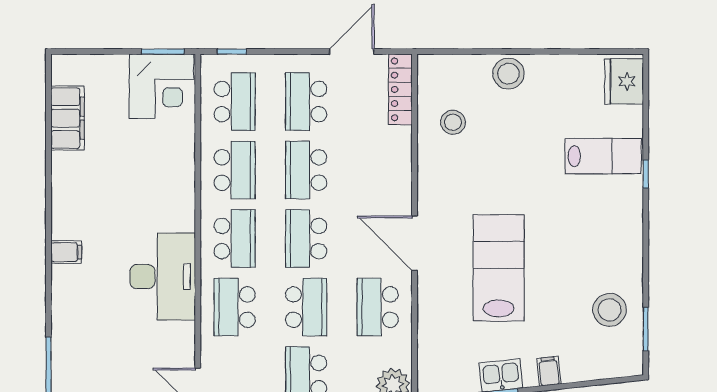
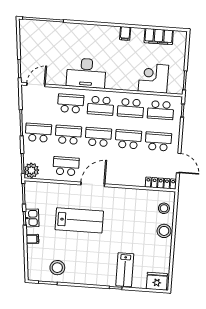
corner desk: (162, 86) -> (153, 78), moved, turned 90
stool: (453, 122) -> (164, 208), moved
filing cabinet: (66, 252) -> (125, 33), moved
school desk: (306, 307) -> (68, 135), turned 180

